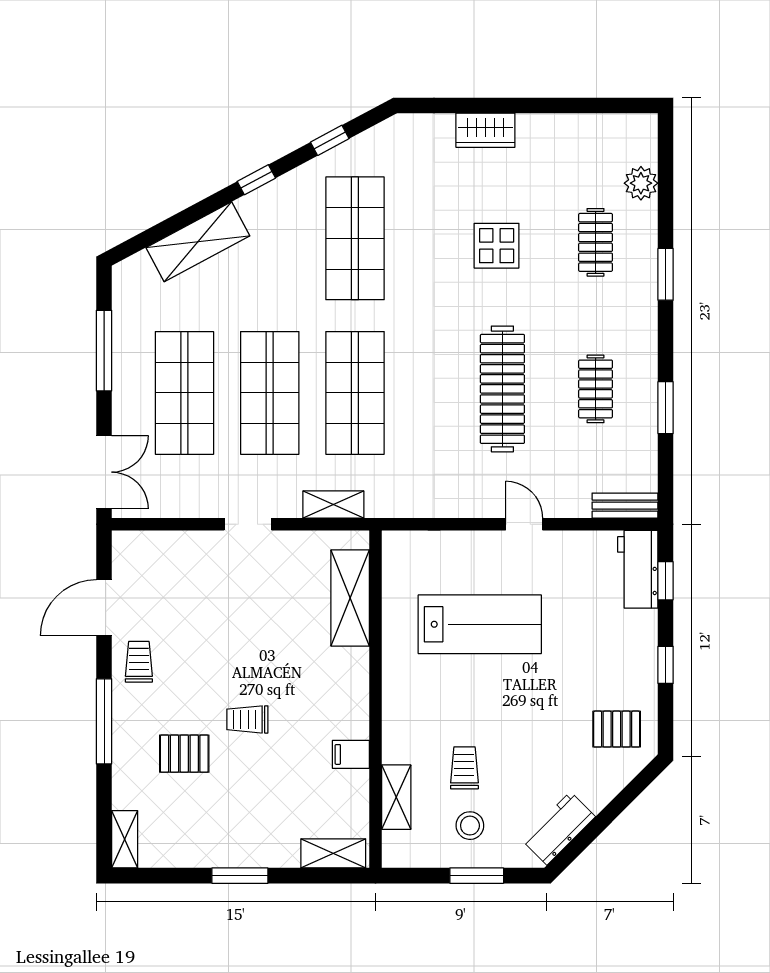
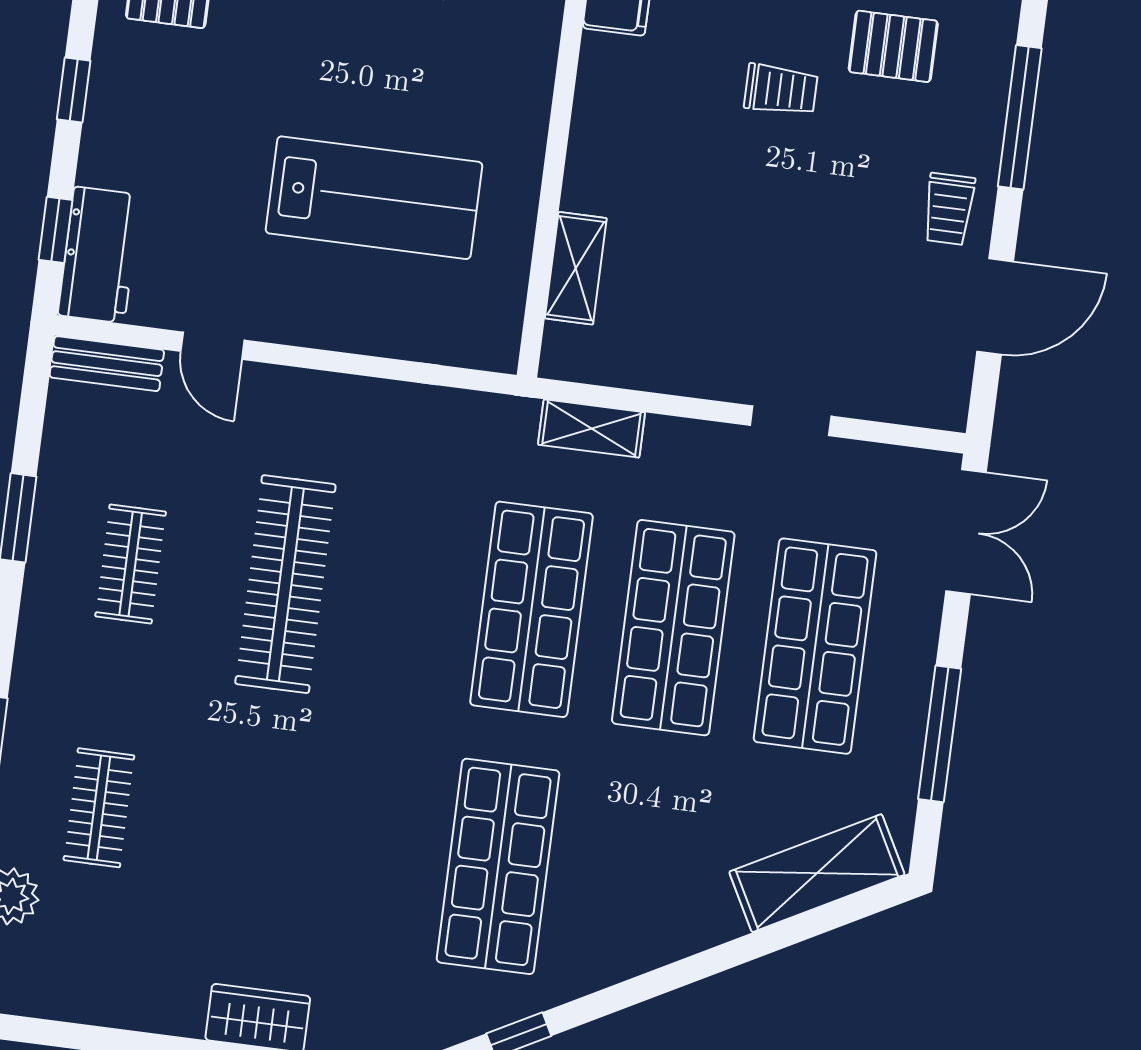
window: (256, 180) -> (649, 985), removed
shelving: (198, 242) -> (817, 873), moved
display table: (497, 246) -> (264, 824), removed
double door: (104, 472) -> (966, 532), swing flipped
doorway: (248, 524) -> (791, 421), moved
door: (524, 524) -> (212, 346), moved
shelving: (350, 598) -> (576, 268), width x0.67, depth x0.75
lab bench: (480, 624) -> (374, 198), turned 180

